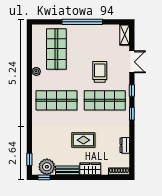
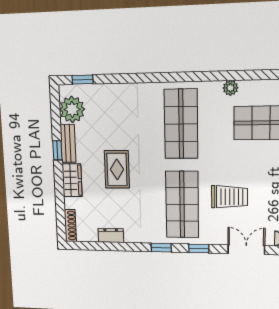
double door: (132, 62) -> (246, 250), swing flipped
window: (44, 177) -> (57, 150), moved

